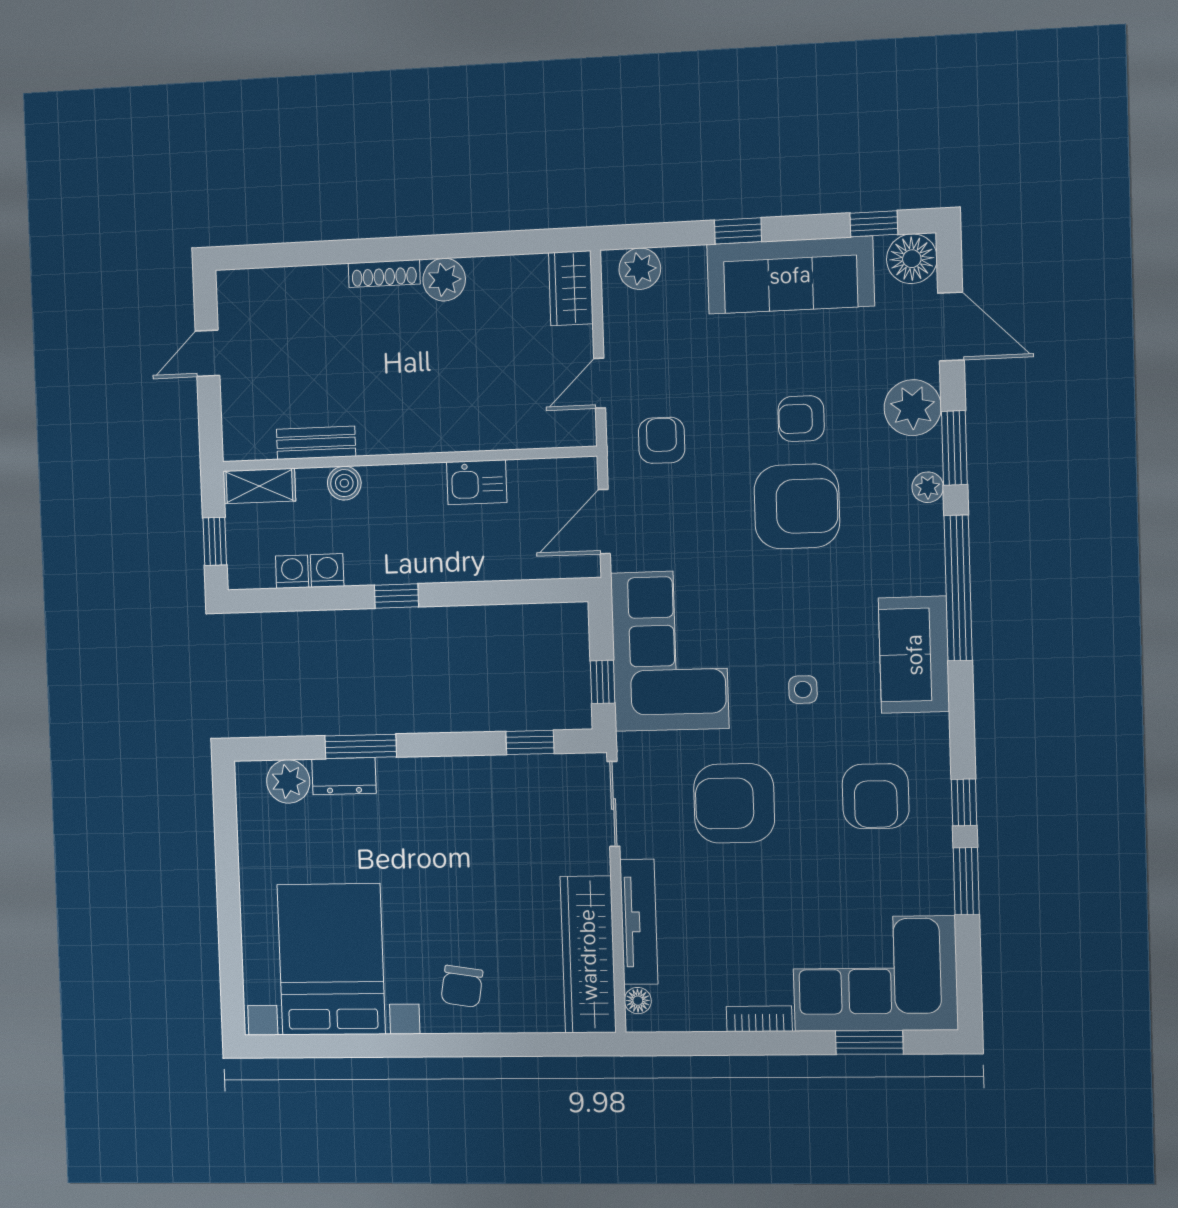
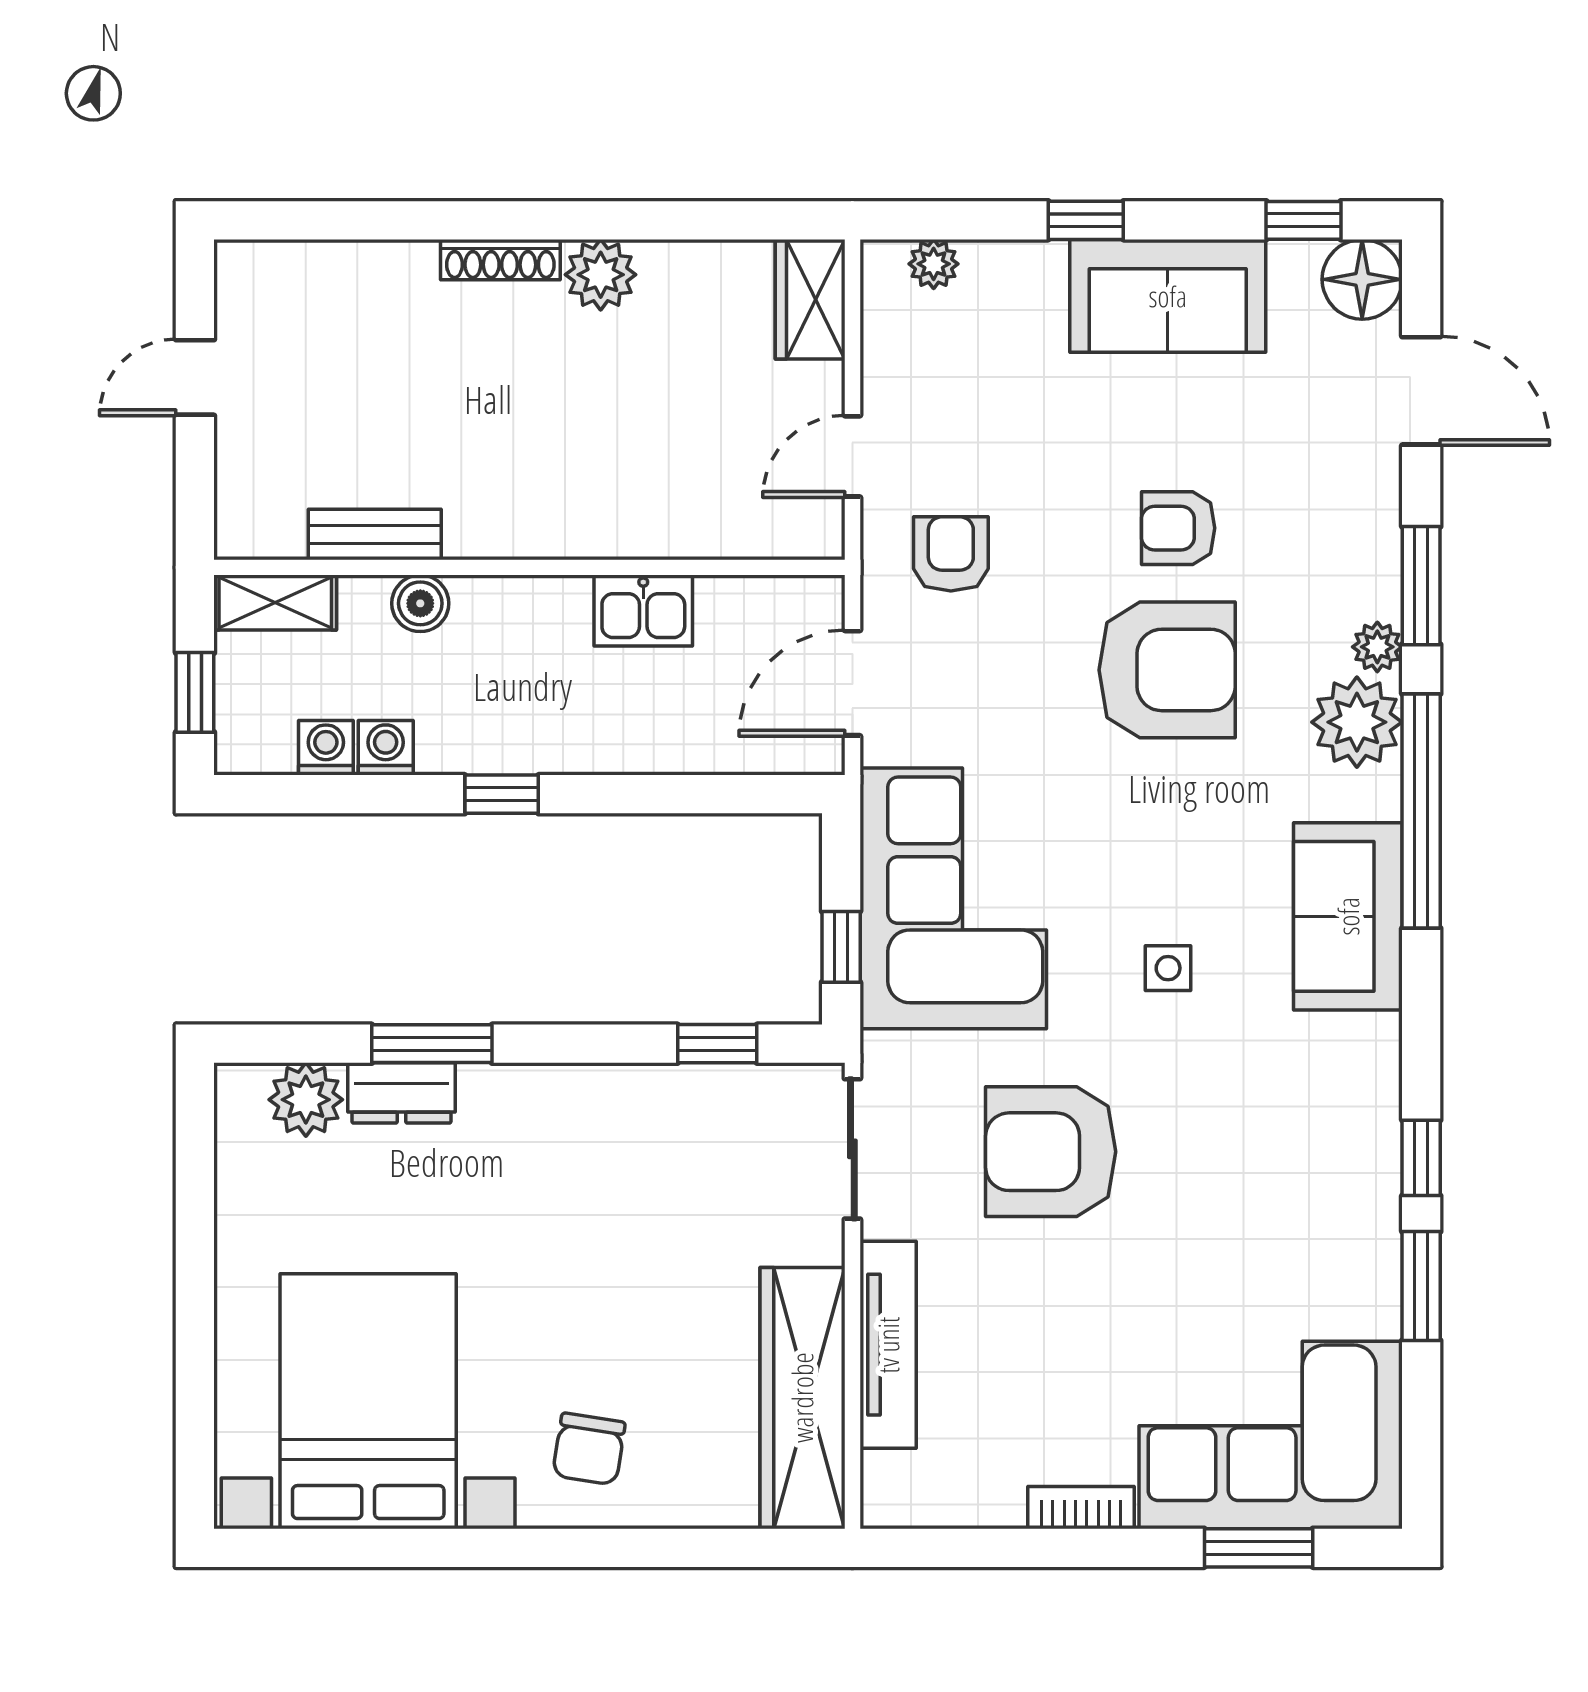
plant: (640, 269) -> (934, 264), width x0.73, depth x0.73
sofa: (790, 275) -> (1168, 296), width x0.73
plant: (913, 408) -> (1357, 722), moved
armchair: (876, 796) -> (1280, 1145), removed
floor lamp: (638, 1001) -> (882, 1476), removed

